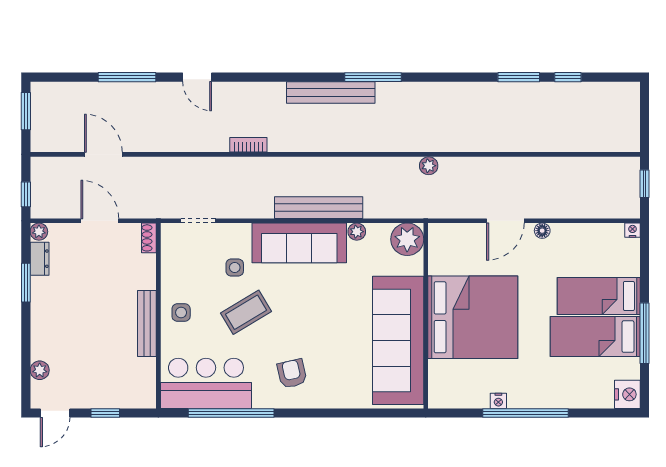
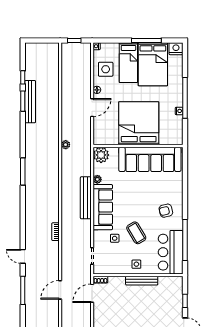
door: (197, 77) -> (23, 256), swing flipped
bench: (331, 93) -> (30, 102), moved
door: (103, 154) -> (60, 290), moved
door: (100, 221) -> (92, 293), moved
door: (505, 221) -> (92, 108), hinge flipped
side table: (585, 249) -> (106, 69), added
bed: (595, 337) -> (153, 64), width x1.50

